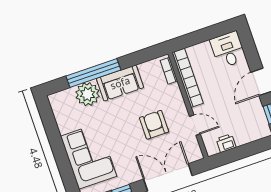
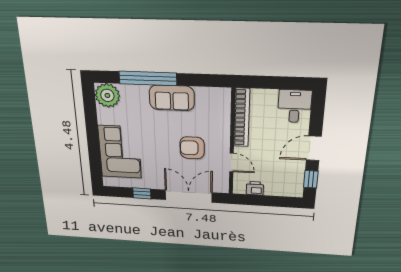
bookcase: (169, 71) -> (226, 104), removed
plant: (88, 94) -> (107, 95), moved
armchair: (154, 125) -> (192, 148), turned -90

